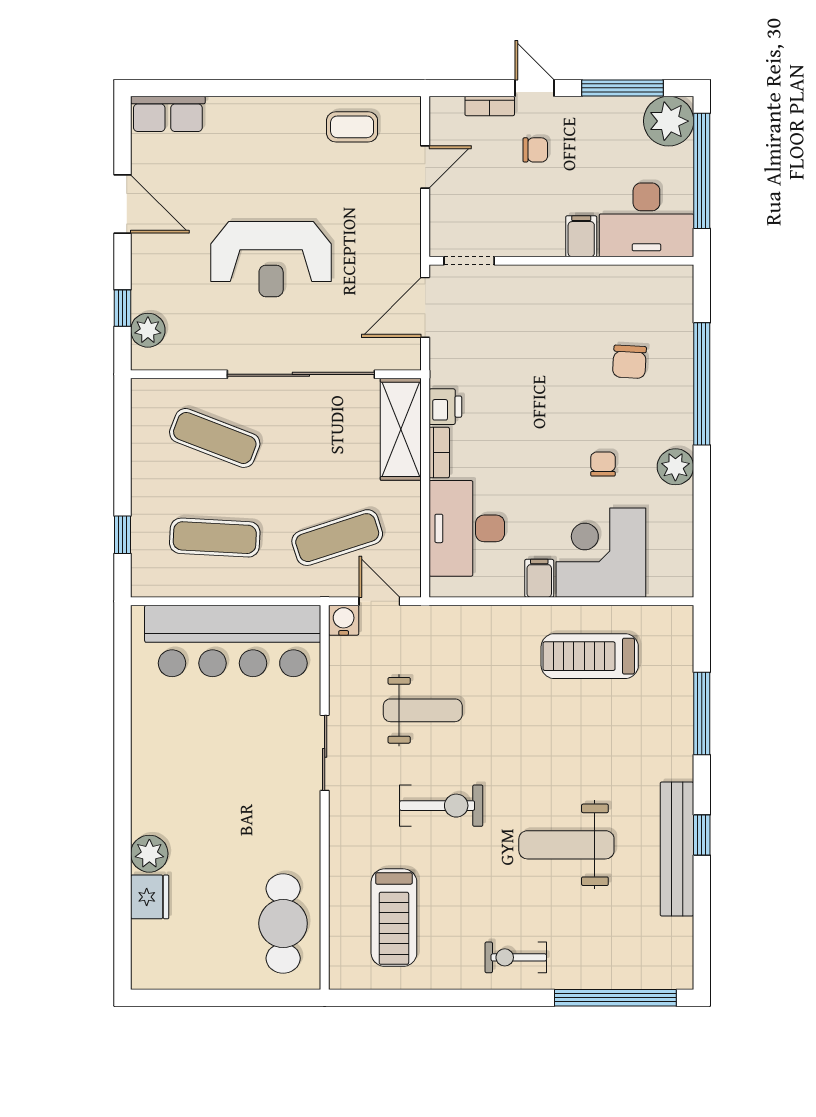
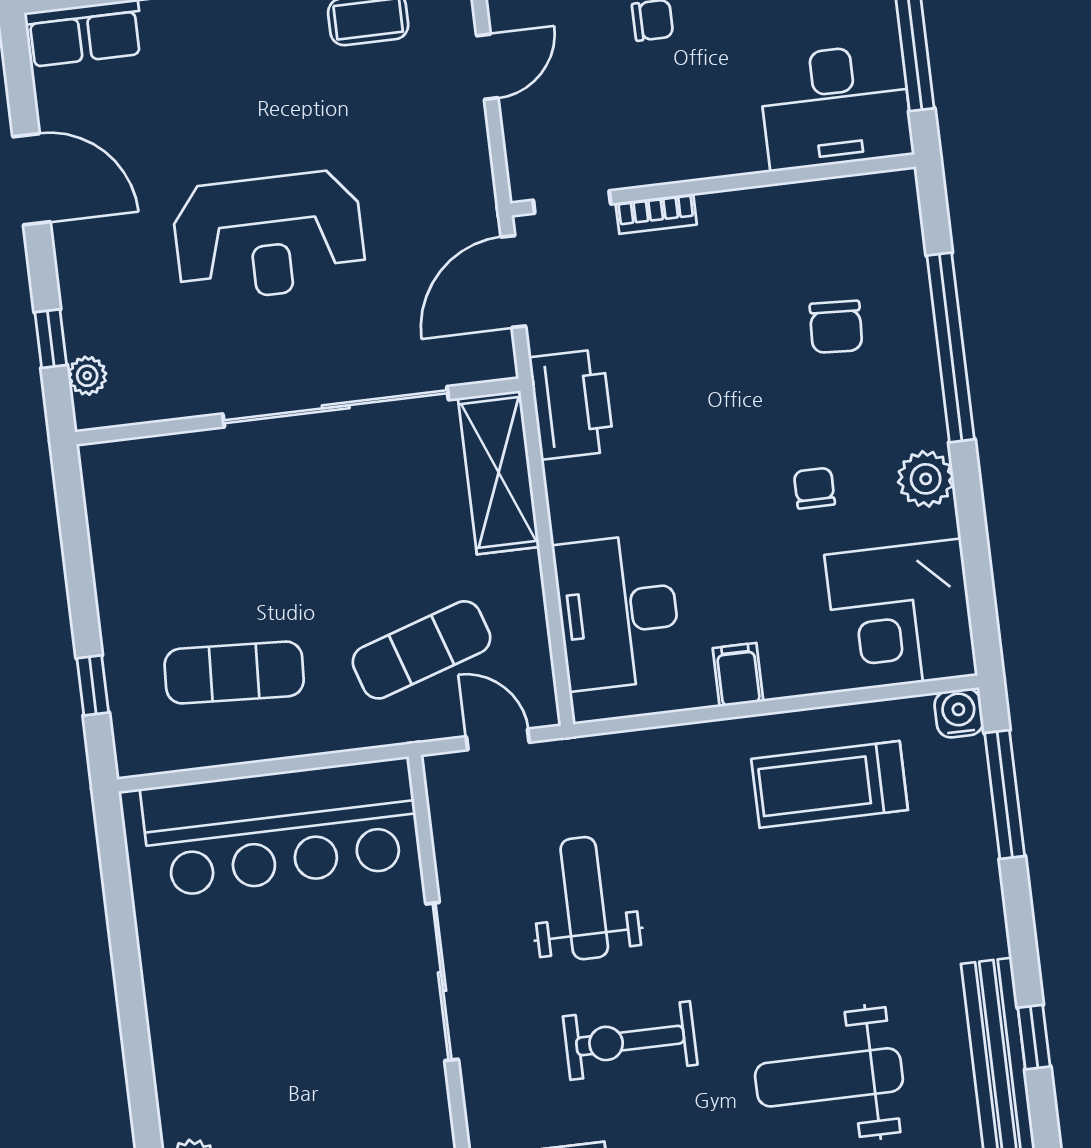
filing cabinet: (581, 236) -> (739, 144), removed
plant: (148, 330) -> (87, 376), width x0.73, depth x0.73
printer: (445, 407) -> (572, 404), width x1.87, depth x1.48
exercise mat: (215, 438) -> (216, 520), removed
bookcase: (439, 452) -> (656, 214), moved, turned 90
corner desk: (601, 553) -> (901, 615), moved, turned -90
water cooler: (344, 620) -> (959, 713), moved
weight bench: (423, 710) -> (584, 898), turned -90
window: (702, 713) -> (1005, 794), moved
sliding door: (325, 753) -> (442, 982), width x1.37
exercise bike: (441, 806) -> (630, 1041), turned 180

